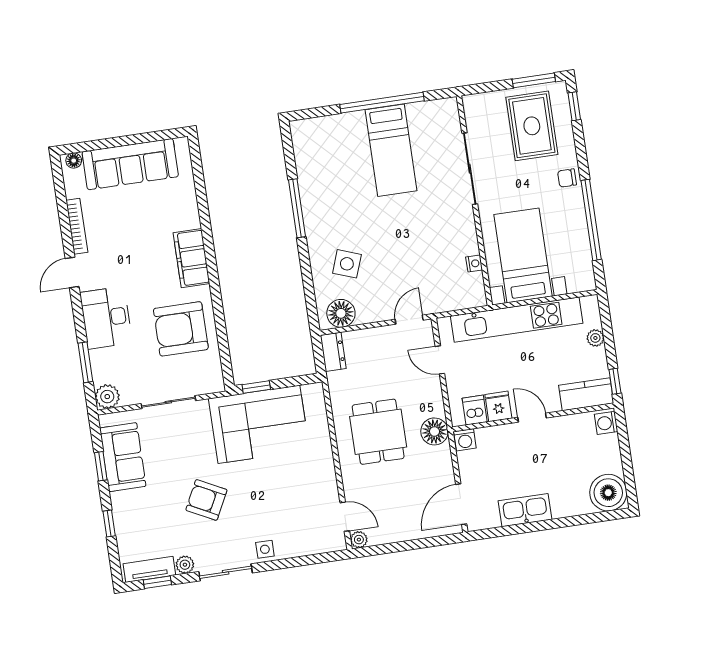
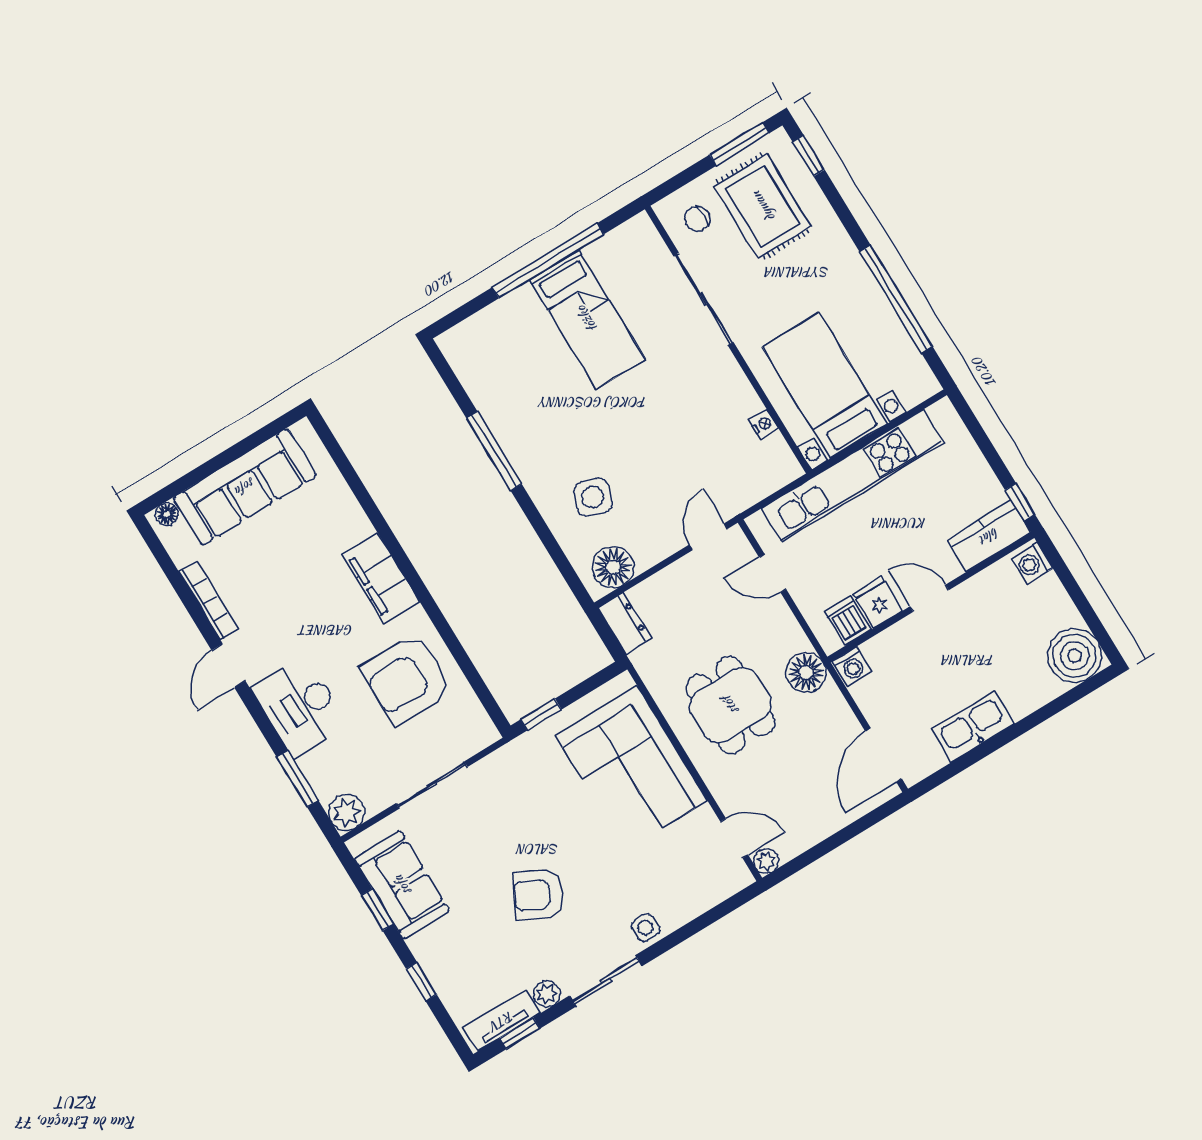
chair: (567, 178) -> (697, 219), moved
plant: (595, 338) -> (969, 455), removed
corner sofa: (259, 424) -> (631, 768), moved, turned 90

